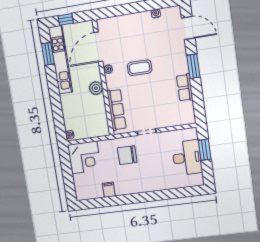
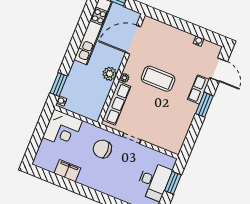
window: (48, 54) -> (59, 84), moved
coffee table: (140, 68) -> (158, 79), width x1.36, depth x1.32
plant: (108, 69) -> (124, 78), moved
row of seats: (185, 88) -> (198, 89), moved
filing cabinet: (109, 190) -> (67, 171), width x2.00

